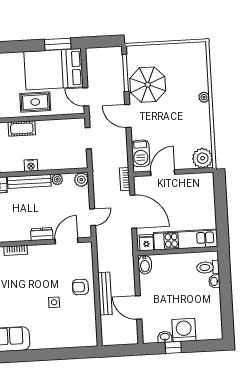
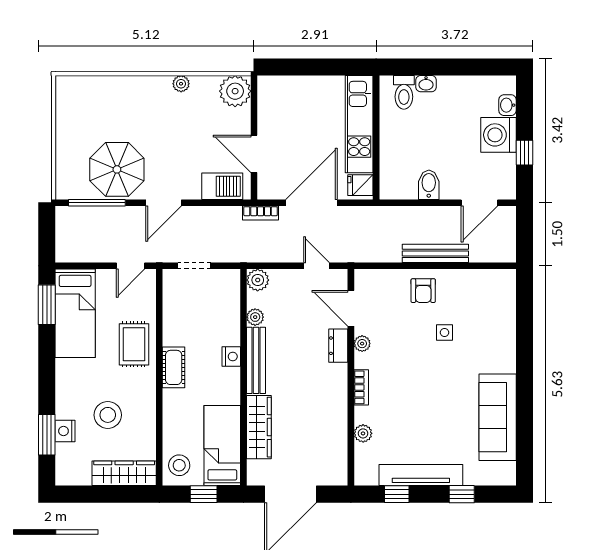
bed: (54, 69) -> (75, 313), width x0.67
plant: (204, 97) -> (181, 84), moved
plant: (44, 249) -> (362, 344), added
bidet: (145, 265) -> (429, 185), moved, turned -90
door: (139, 307) -> (479, 203), moved
washbasin: (165, 337) -> (508, 105), moved

